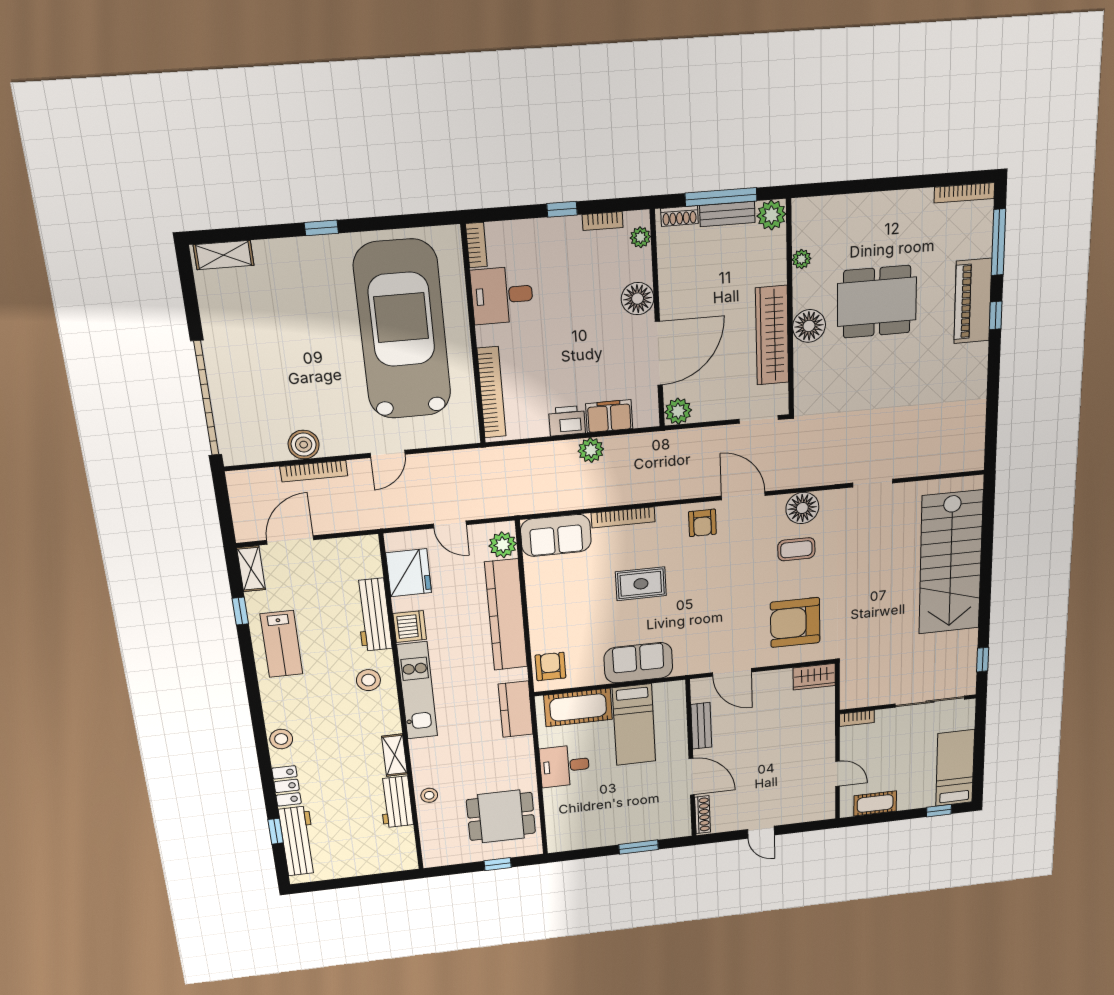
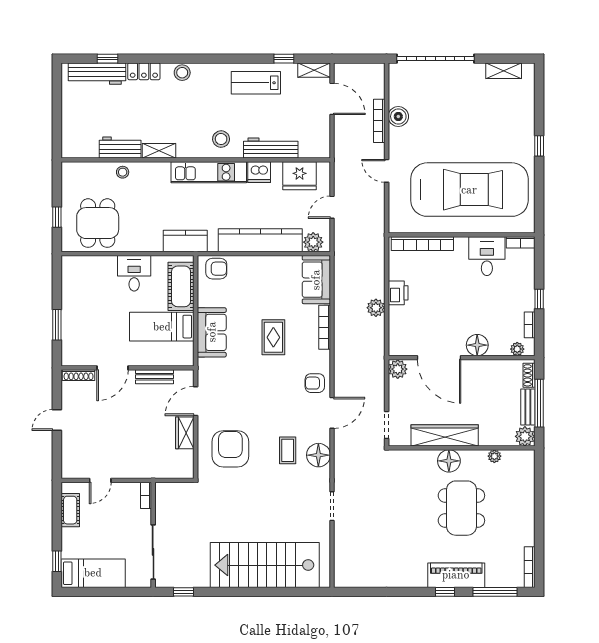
shelving: (224, 255) -> (504, 71), moved, turned 90
filing cabinet: (609, 416) -> (399, 322), removed
wardrobe: (814, 677) -> (185, 433), moved

